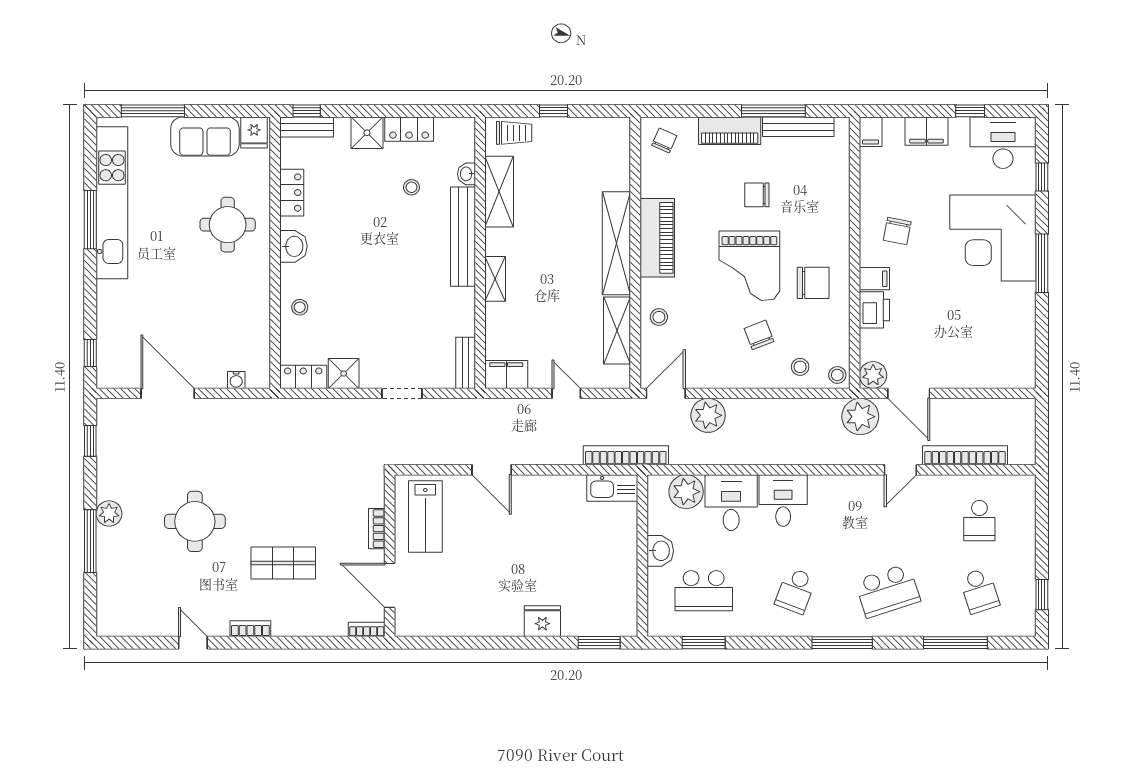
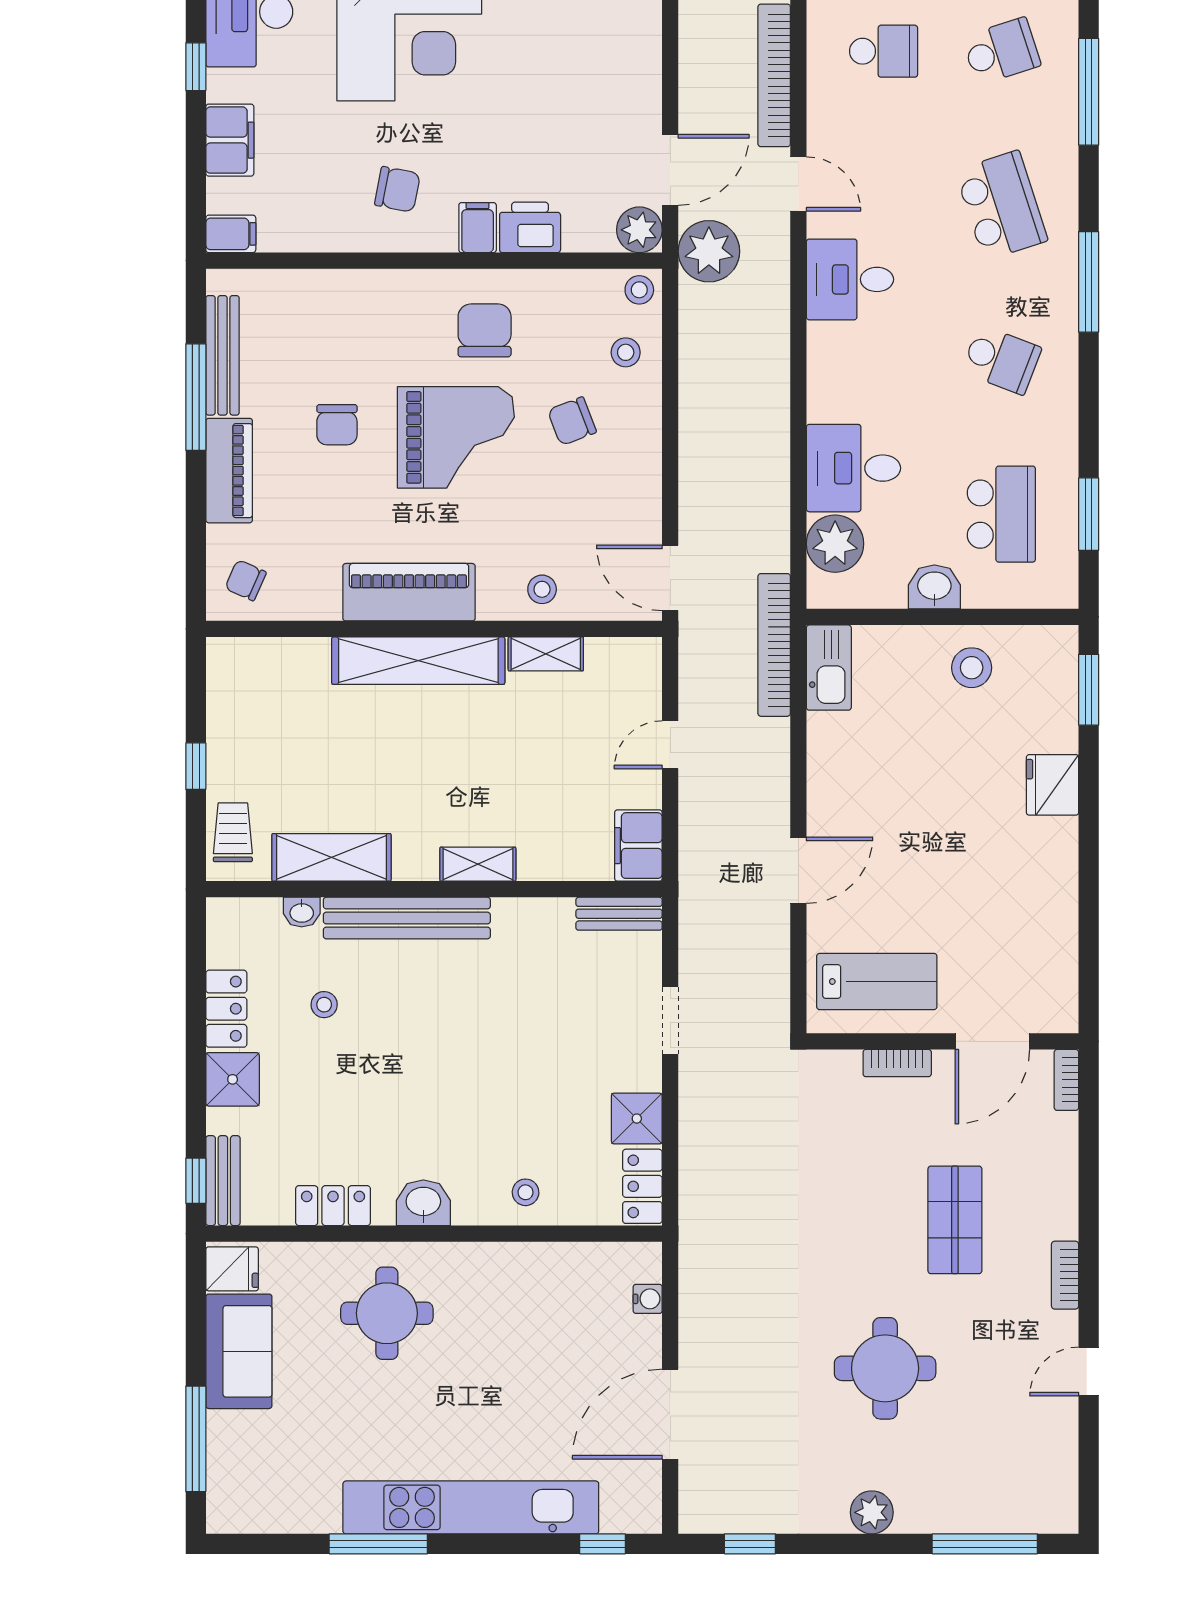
kitchen unit: (112, 203) -> (471, 1507), moved
shelving: (617, 331) -> (546, 654), width x0.67, depth x0.75
plant: (708, 415) -> (707, 507), removed
desk: (783, 500) -> (850, 279), moved
window: (90, 541) -> (985, 1544), moved
stool: (612, 573) -> (972, 668), added

